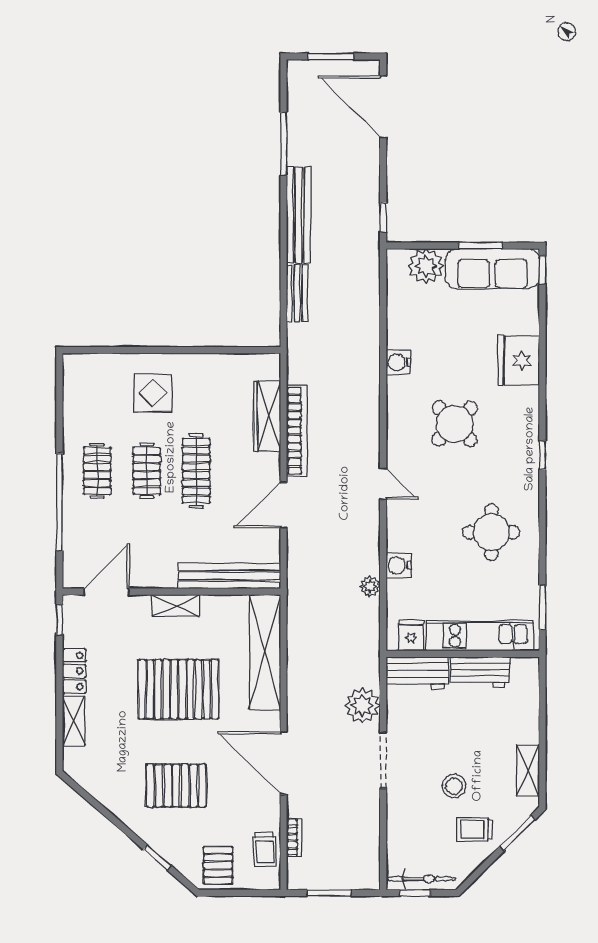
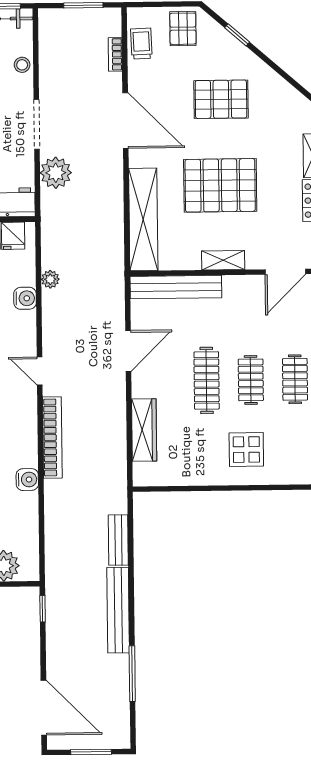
bookcase: (297, 431) -> (52, 437), moved, turned 180
stool: (399, 827) -> (22, 65), added

